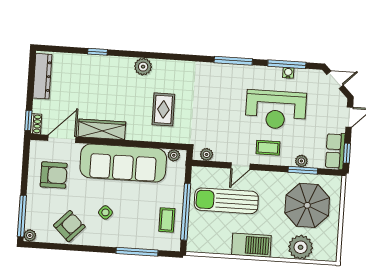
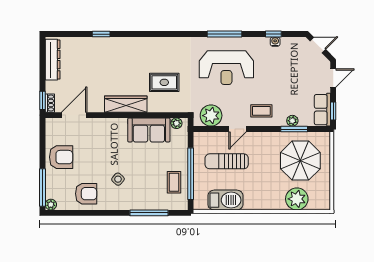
window: (287, 64) -> (273, 34), width x0.46
plant: (143, 67) -> (143, 45), removed
rug: (163, 109) -> (164, 82), turned 90
reception desk: (276, 110) -> (226, 68), moved
wardrobe: (102, 129) -> (126, 104), moved
plant: (207, 154) -> (211, 116), width x1.88, depth x1.88
sofa: (123, 163) -> (149, 130), width x0.54, depth x0.79
armchair: (54, 175) -> (61, 157), moved
sun lounger: (226, 201) -> (227, 161), width x0.73, depth x0.75
armchair: (69, 226) -> (86, 194), turned 46
barbecue: (251, 245) -> (225, 200), moved

